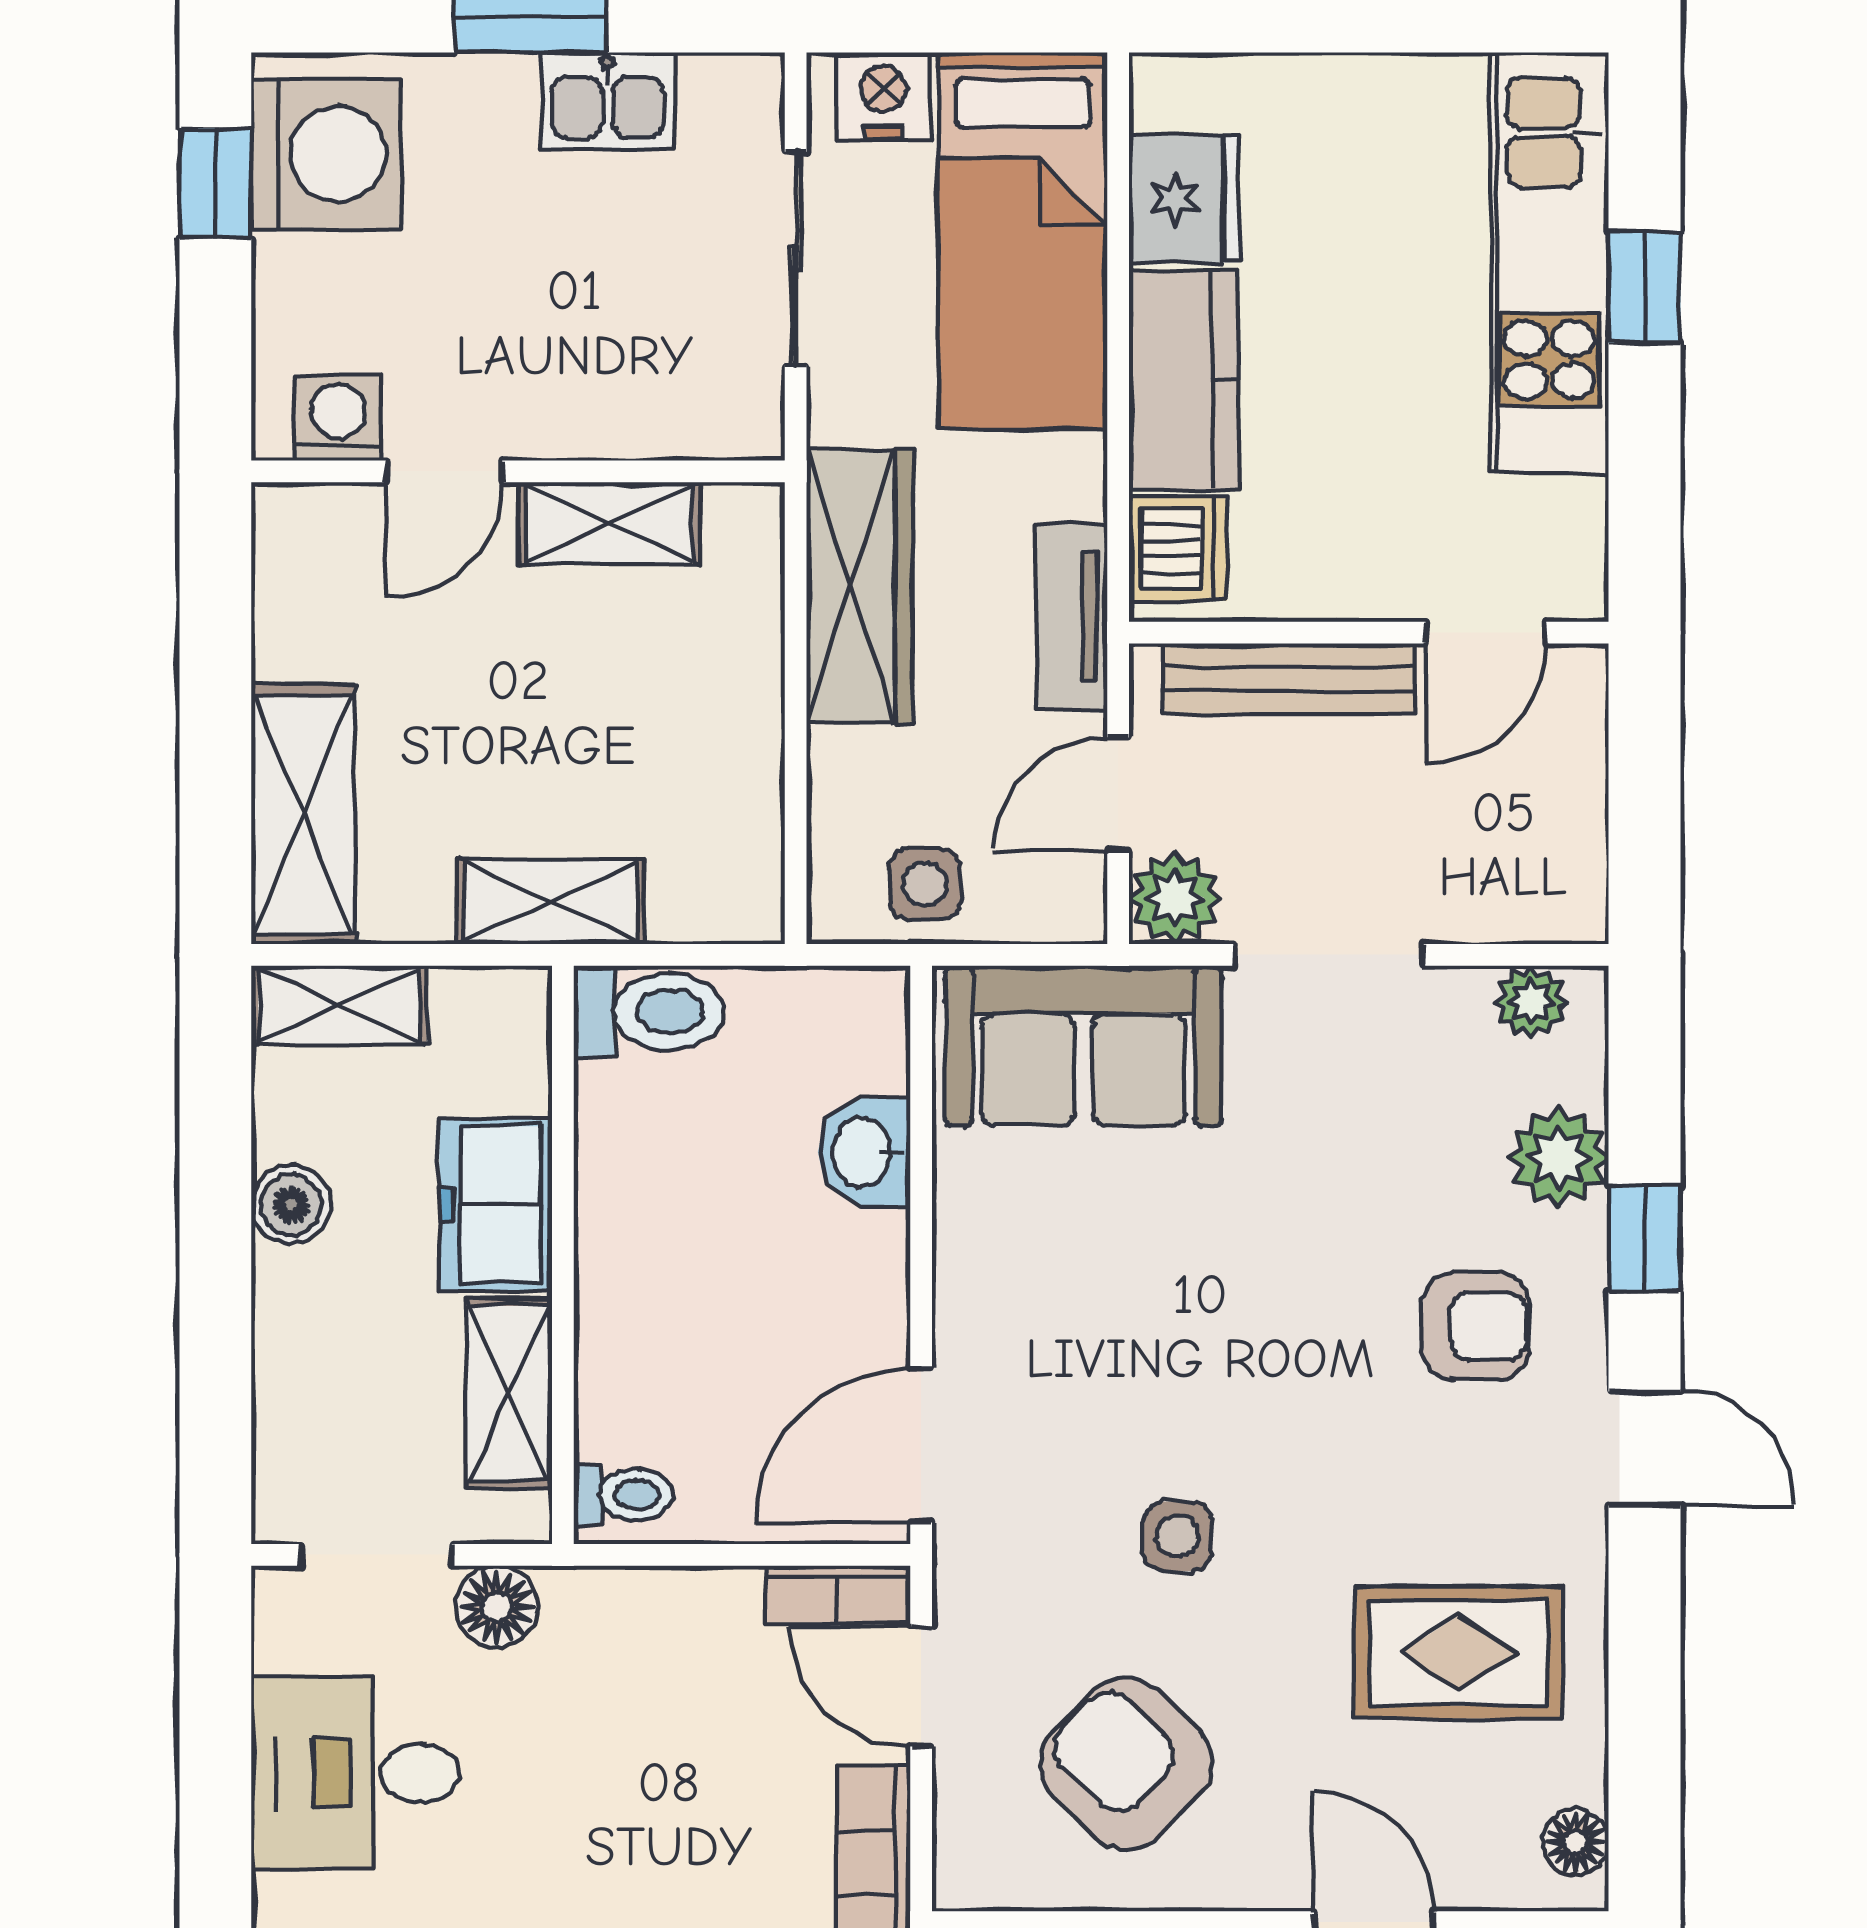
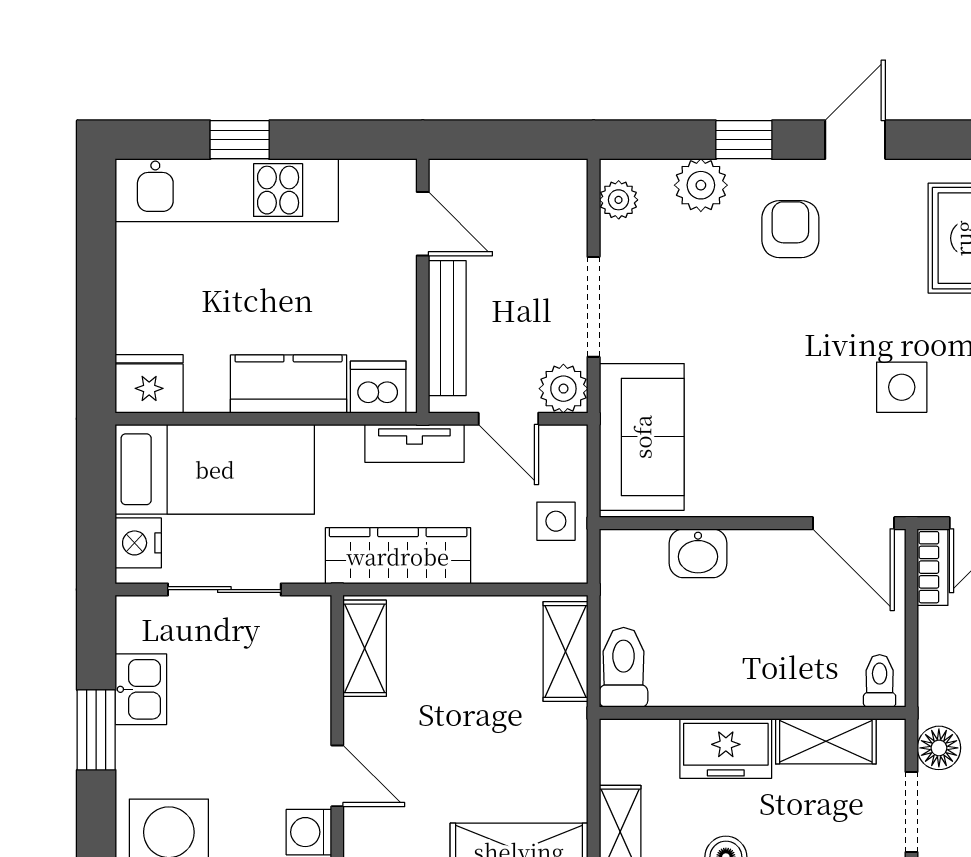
fridge: (1184, 199) -> (149, 384), moved
shelving: (609, 523) -> (365, 648), moved
shelving: (550, 902) -> (565, 652), moved
side table: (1177, 1536) -> (902, 387), width x1.37, depth x1.37

